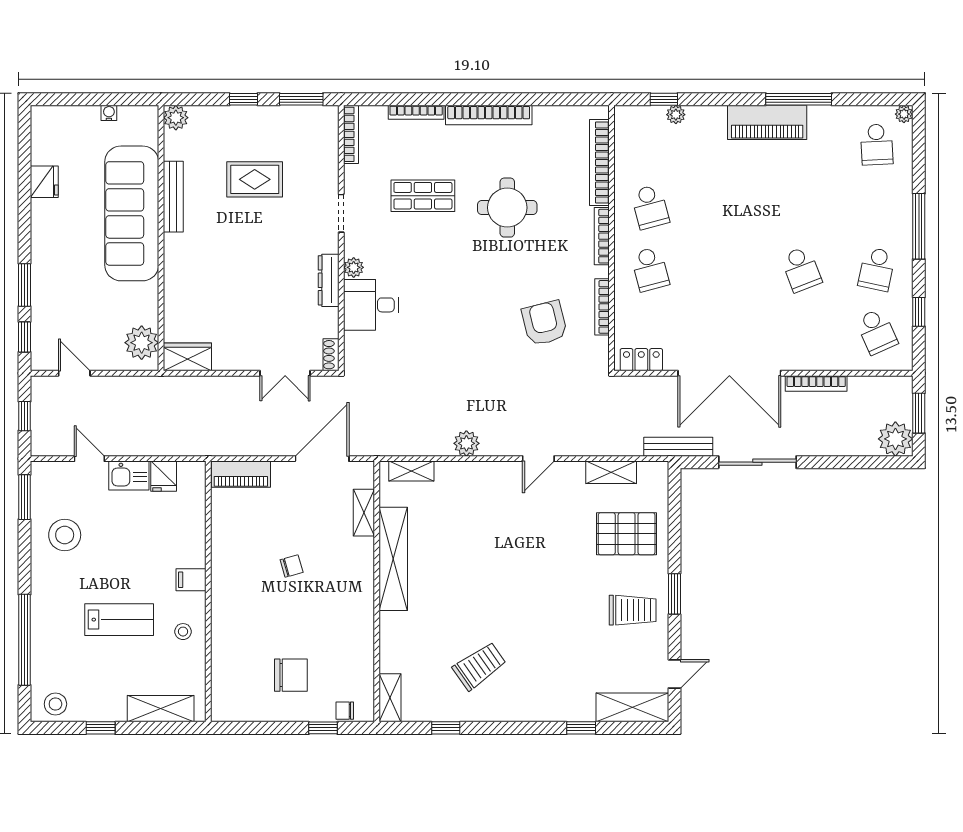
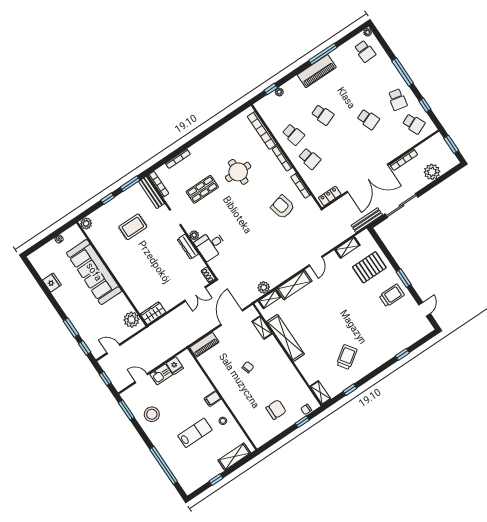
bookcase: (489, 115) -> (207, 141), removed
bench: (173, 197) -> (152, 193), moved
school desk: (726, 207) -> (323, 115), added
plant: (895, 439) -> (432, 172), moved
plant: (466, 443) -> (264, 287), moved
stool: (55, 704) -> (192, 482), removed
shelving: (632, 707) -> (294, 285), moved

